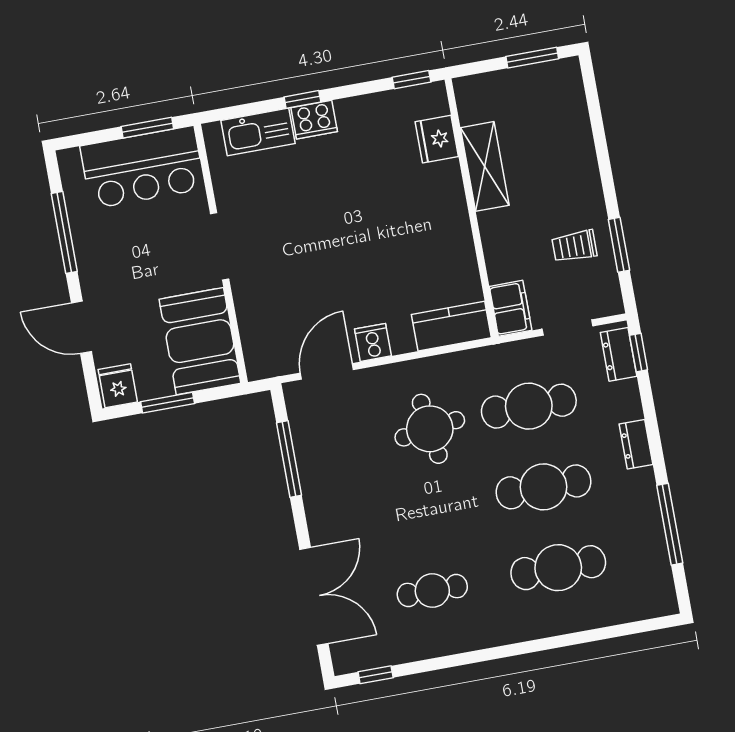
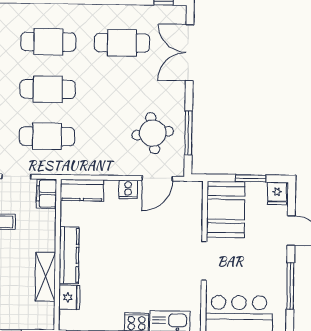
kitchen counter: (451, 211) -> (69, 255), added
round table: (430, 429) -> (153, 133), moved
cafe table: (432, 591) -> (122, 43), width x1.37, depth x1.35

